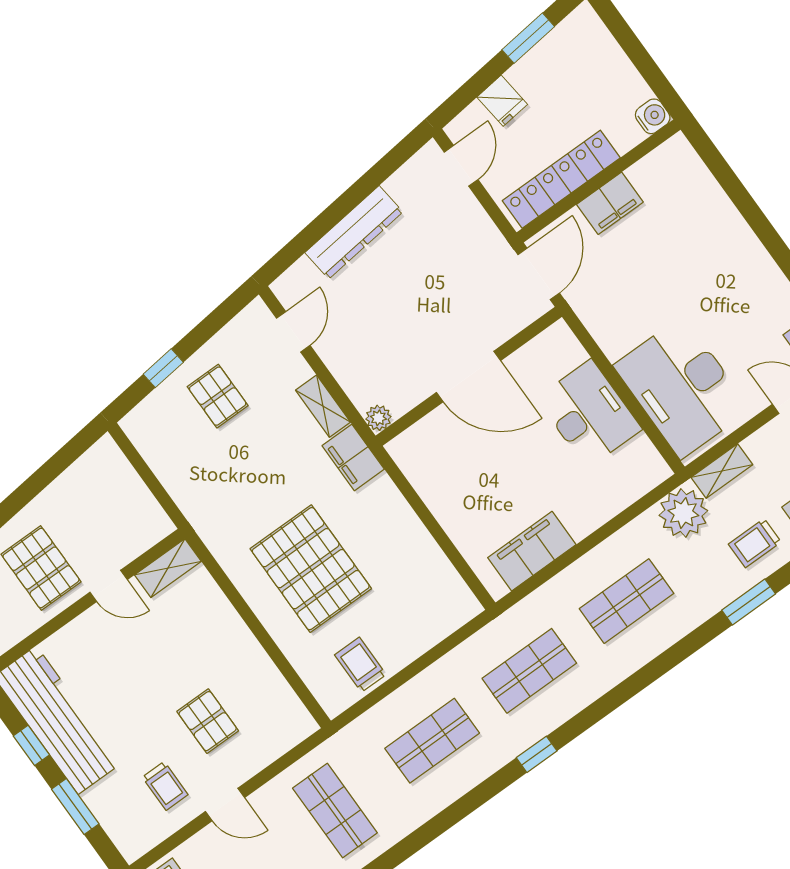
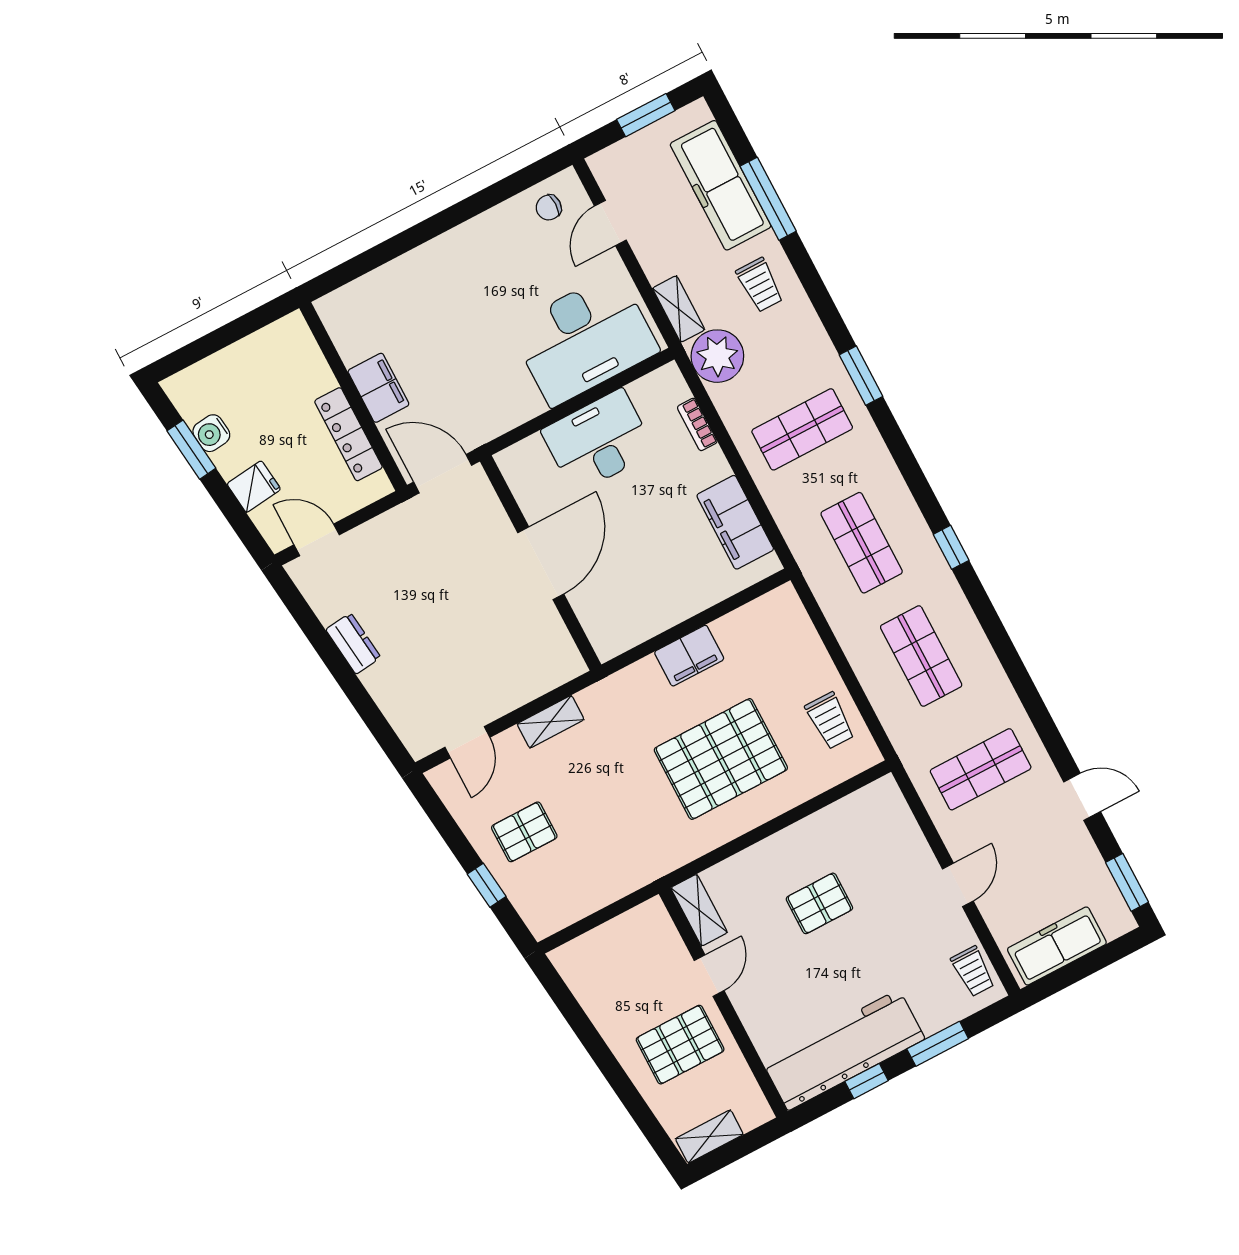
water cooler: (653, 116) -> (211, 433), moved, turned -96
locker: (561, 179) -> (348, 434), width x0.71, depth x0.83
dresser: (354, 232) -> (353, 644), width x0.51, depth x0.80
door: (293, 332) -> (467, 742), swing flipped
plant: (378, 418) -> (571, 665), removed
filing cabinet: (353, 457) -> (689, 656), moved
bookcase: (617, 503) -> (697, 424), added
shop shelf: (626, 601) -> (802, 429), turned 90
window: (749, 602) -> (861, 376), moved
trolley: (360, 665) -> (830, 721), turned -90
pallet: (208, 721) -> (819, 903), moved
trolley: (165, 786) -> (973, 971), moved, turned 90

